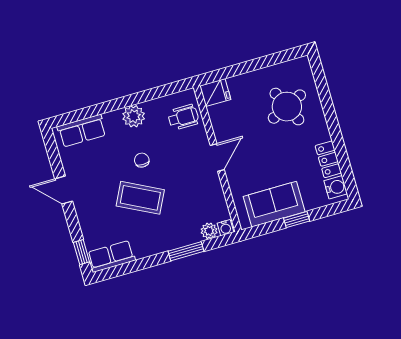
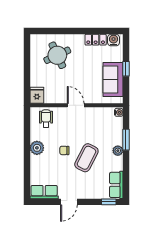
row of seats: (82, 131) -> (44, 192), moved, turned -90
plant: (209, 231) -> (118, 151), moved

